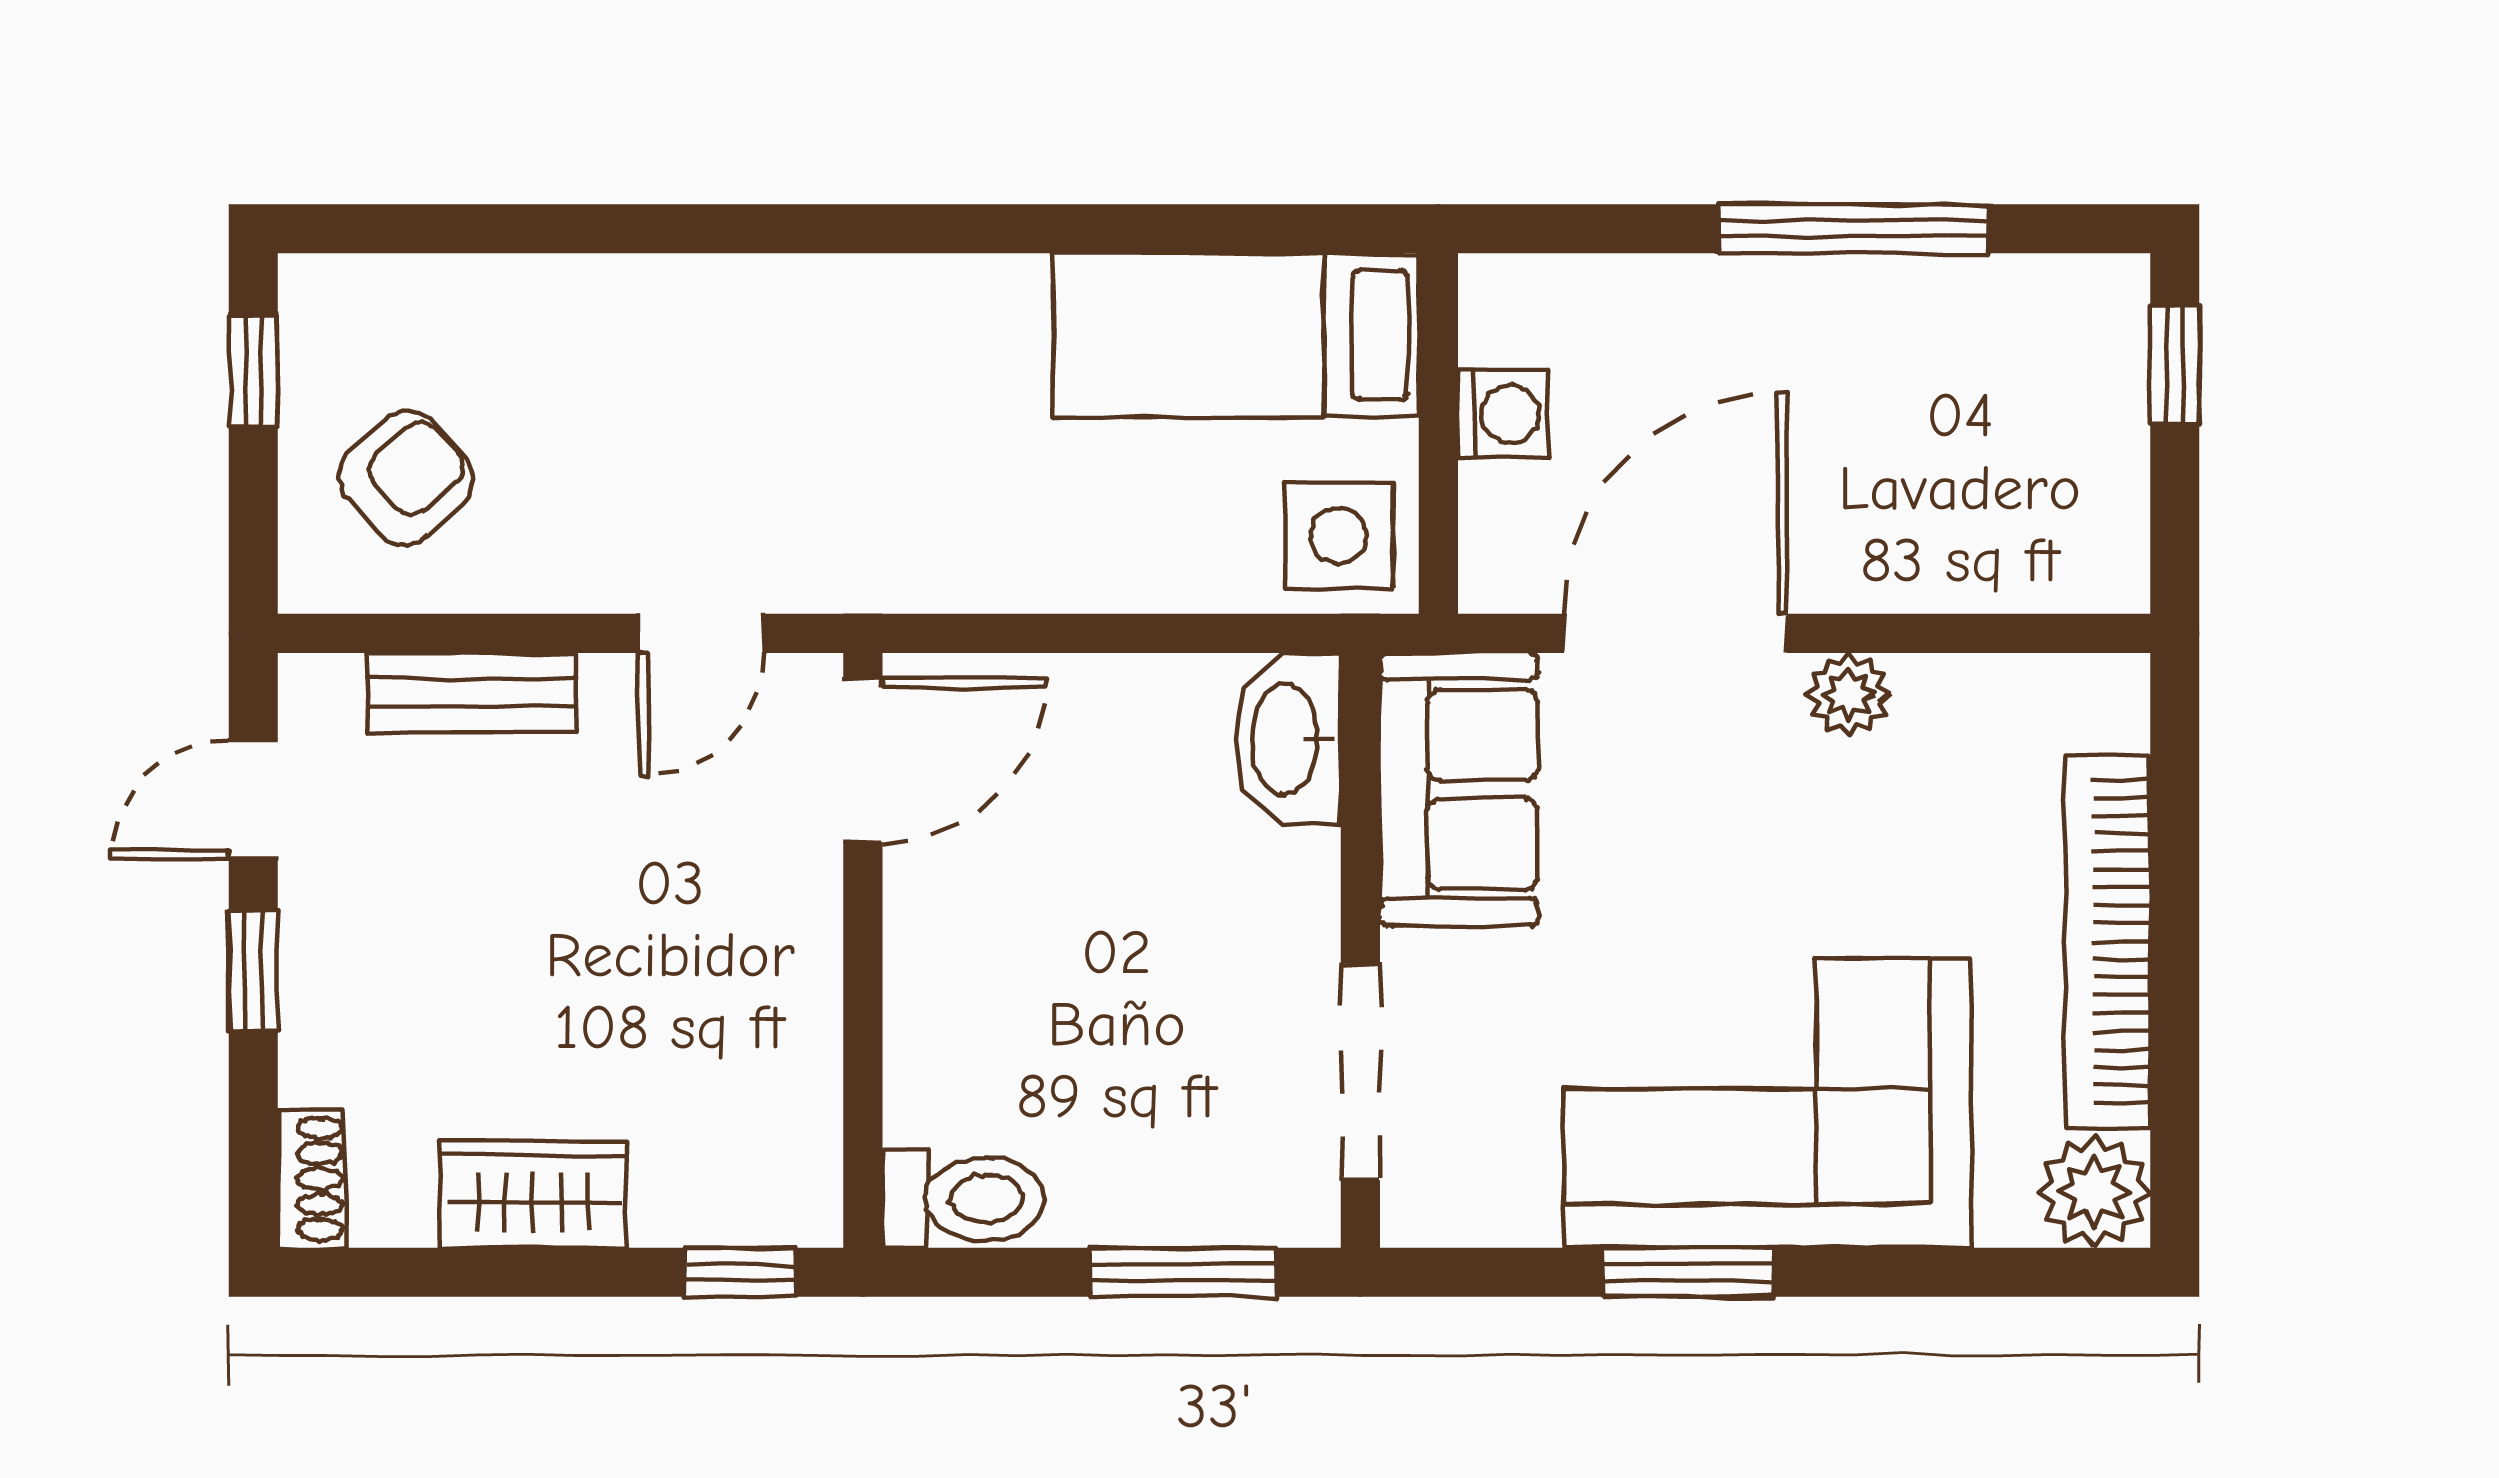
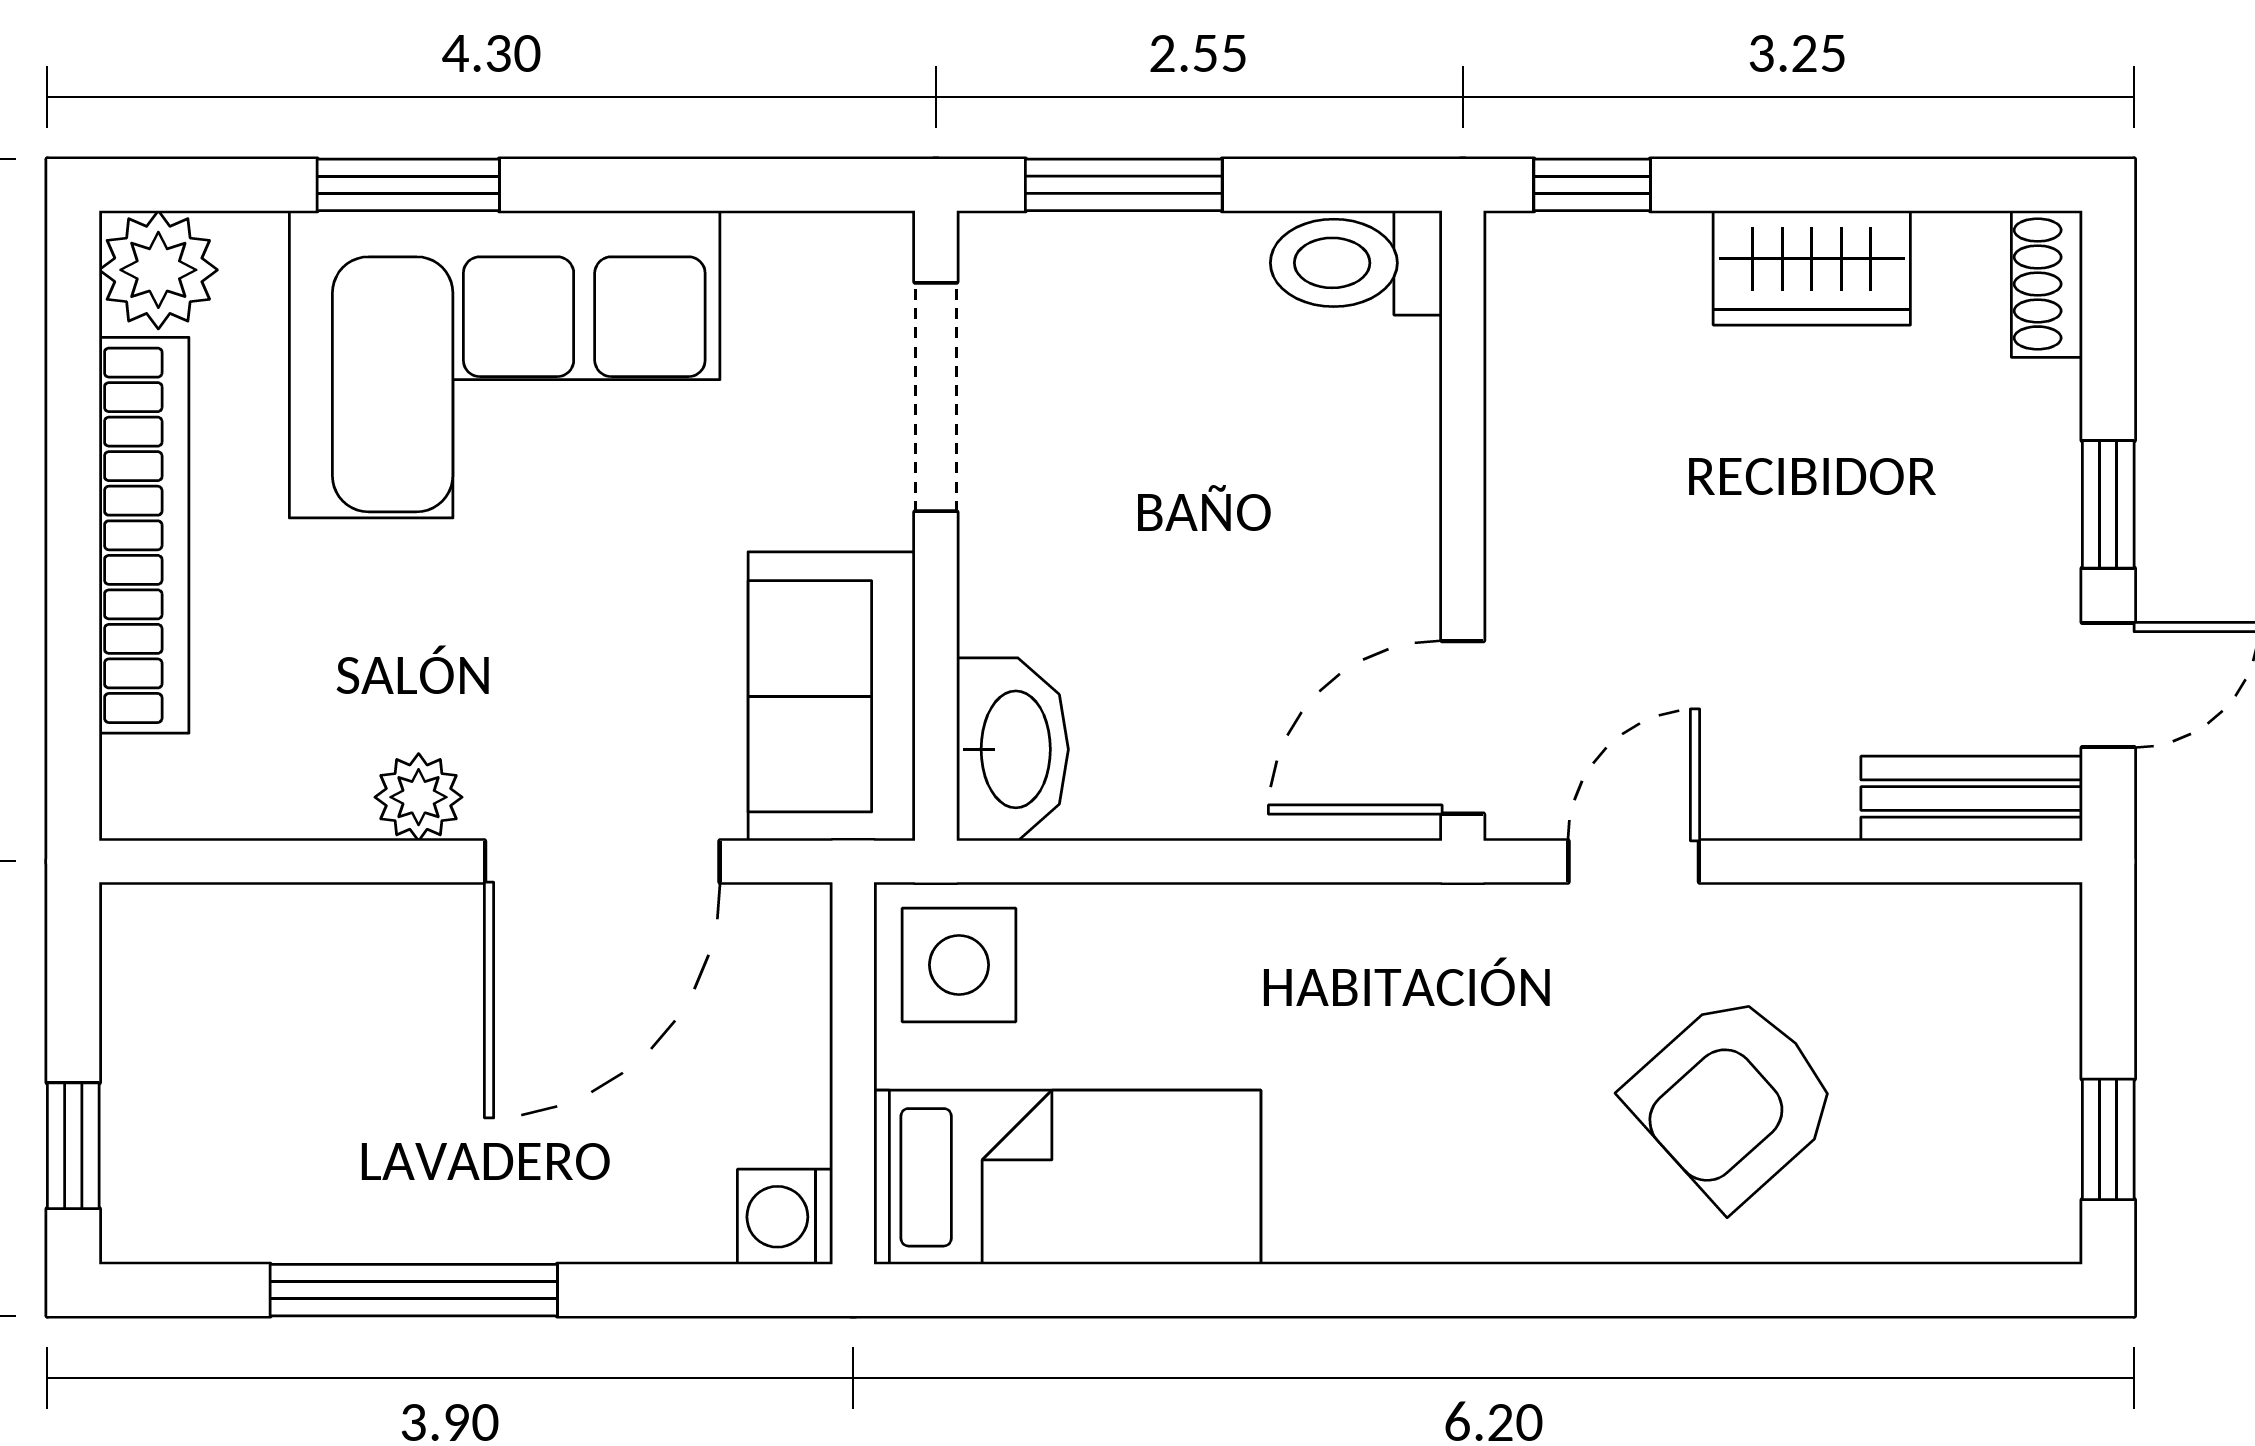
washing machine: (1503, 414) -> (785, 1217), moved
armchair: (406, 478) -> (1733, 1099), moved, width x1.38, depth x1.38
bench: (472, 693) -> (1972, 799), moved
window: (1688, 1272) -> (408, 185), moved

